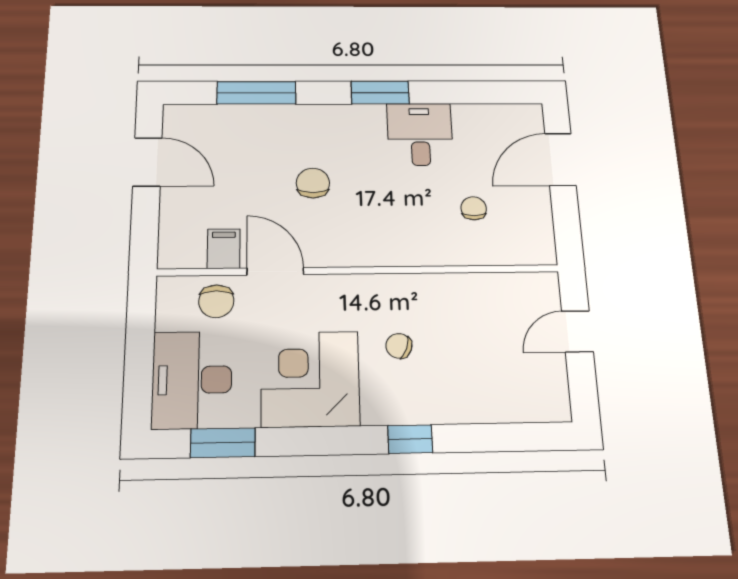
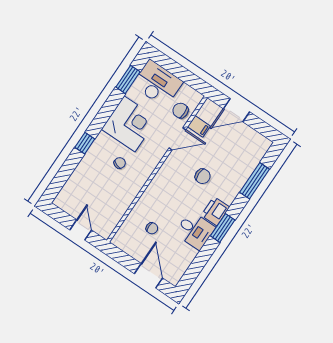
printer: (360, 122) -> (215, 211), added
door: (147, 162) -> (236, 110), moved

